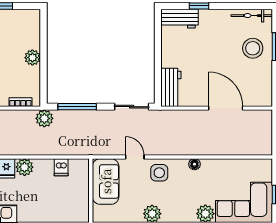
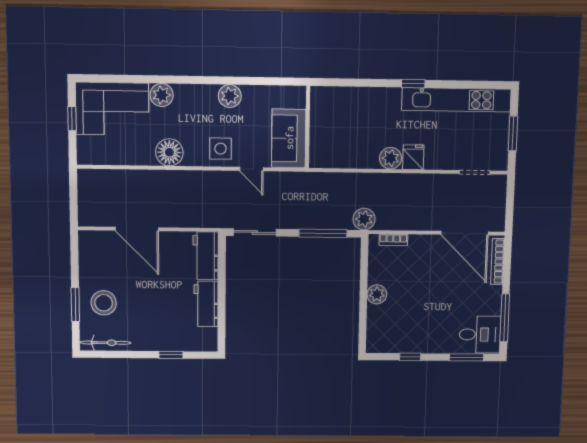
workbench: (180, 19) -> (206, 304), moved, turned -90
floor lamp: (194, 164) -> (169, 152), width x1.89, depth x1.89
dishwasher: (61, 167) -> (344, 158), removed

